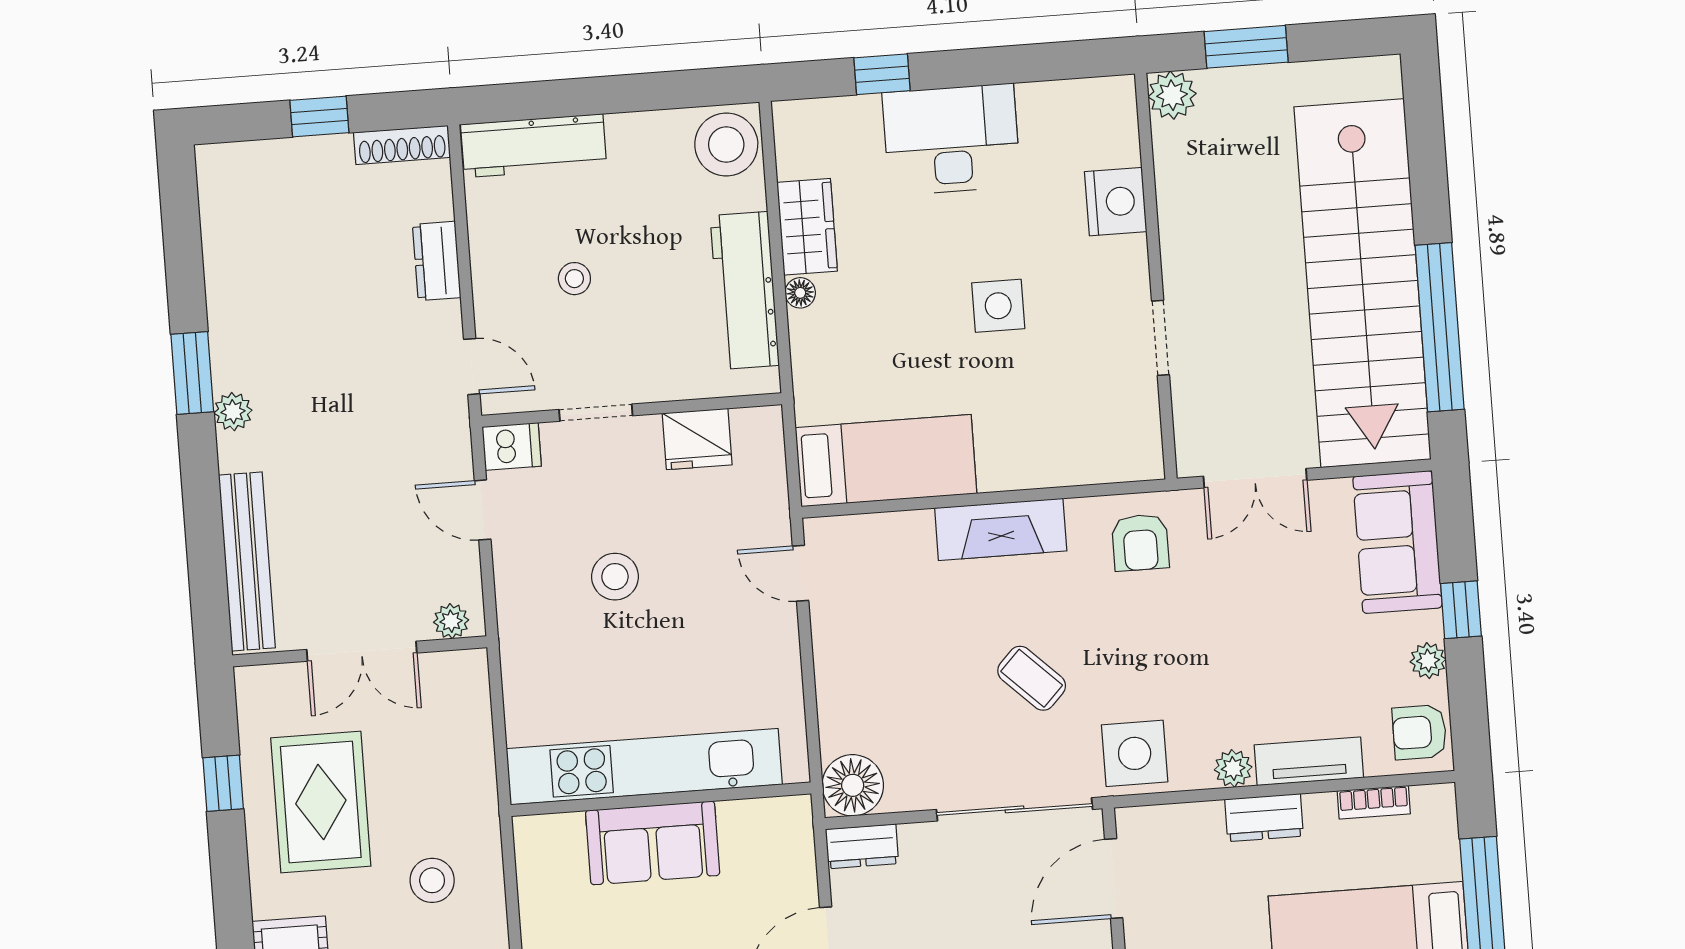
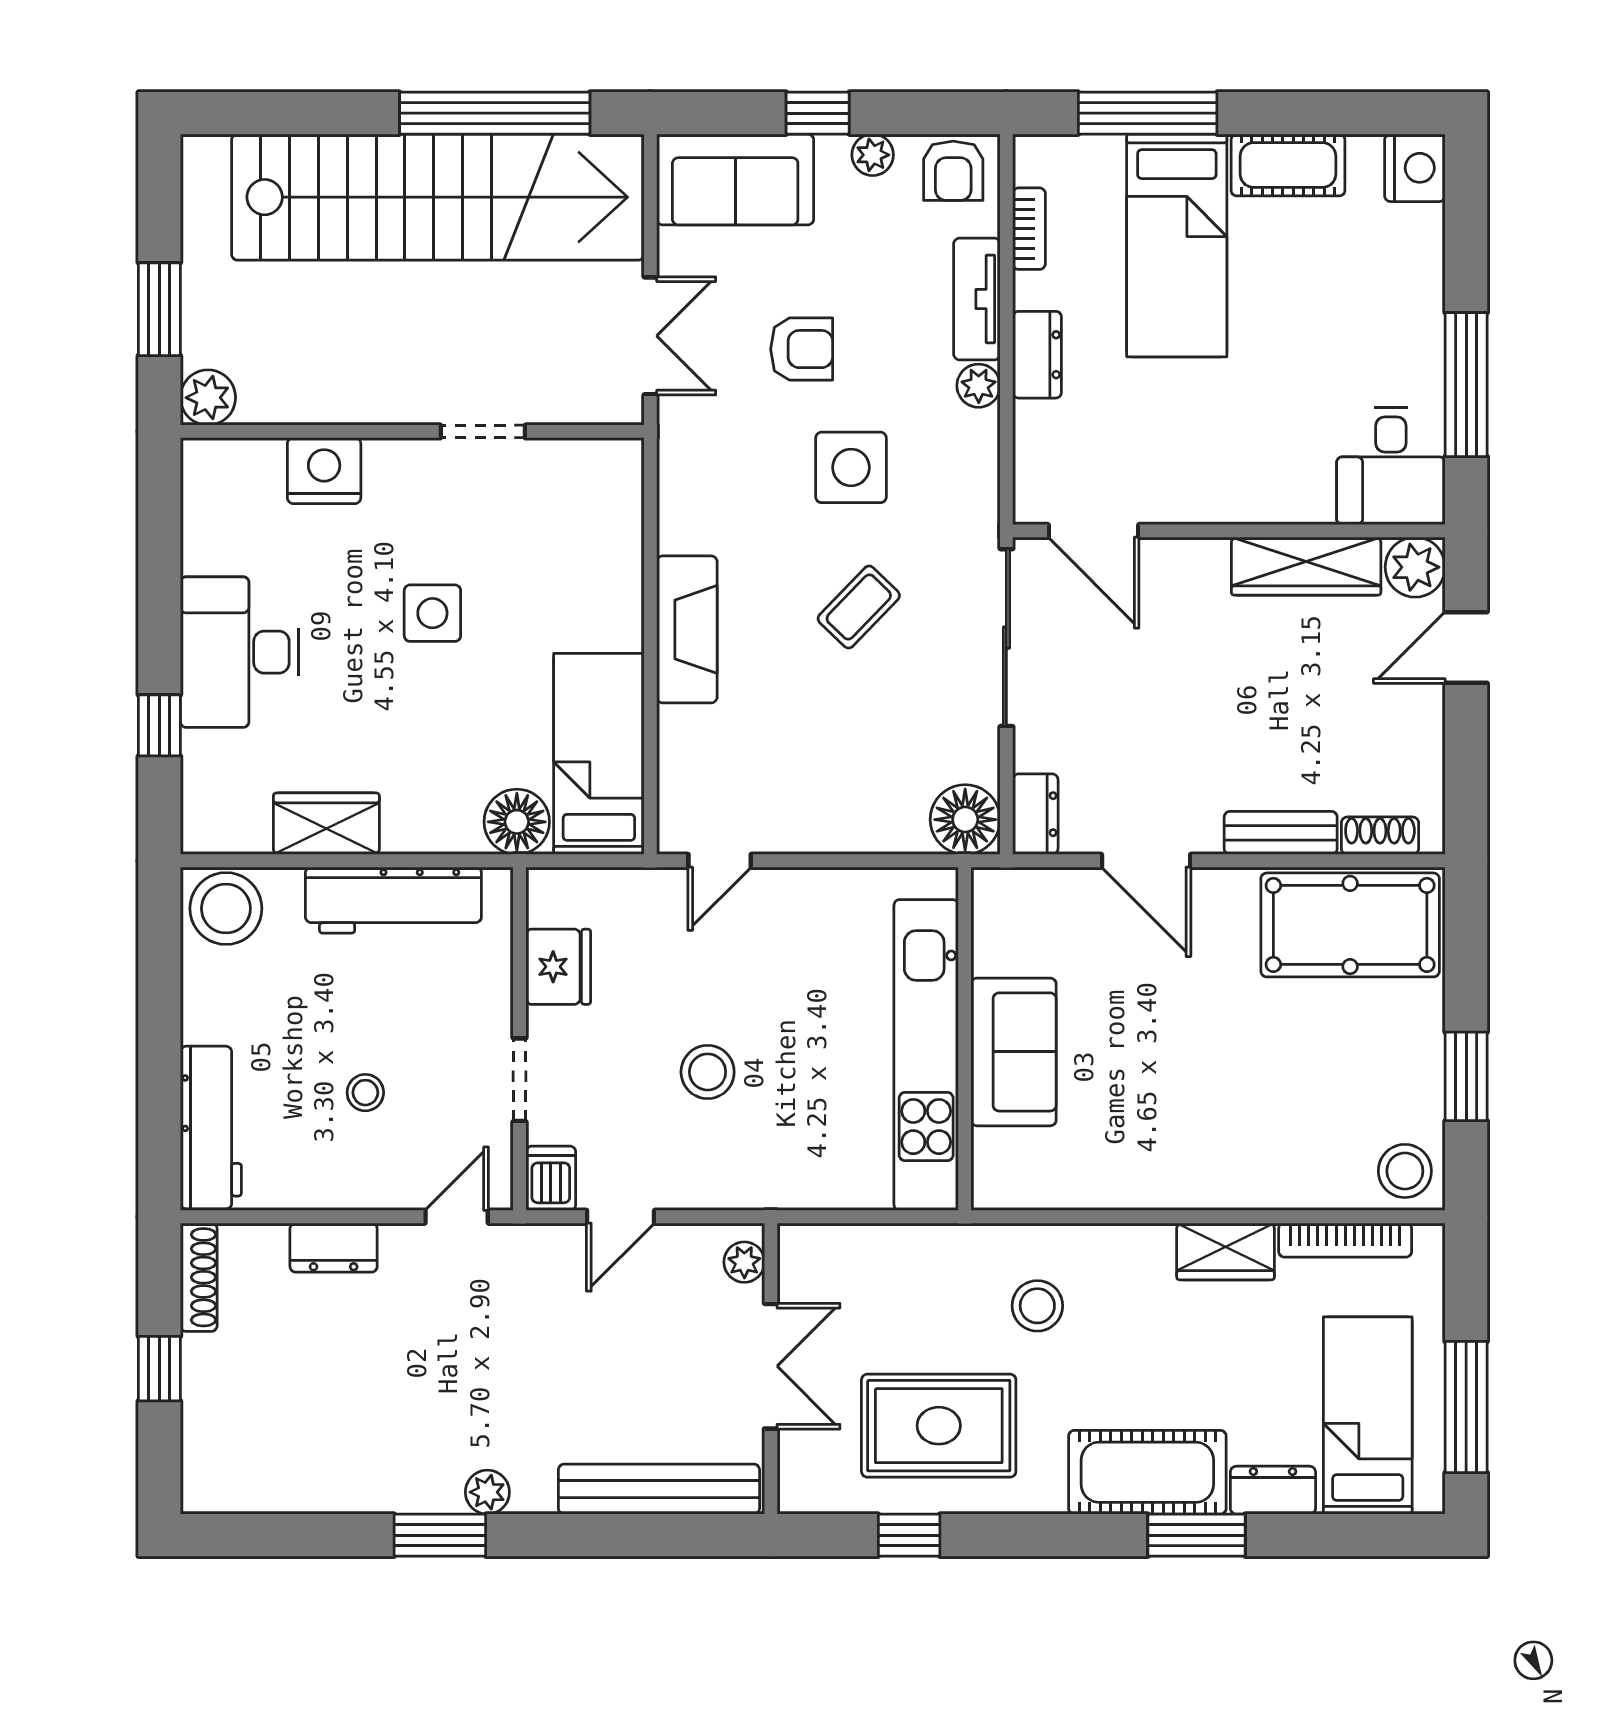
floor lamp: (800, 293) -> (517, 822), moved, width x1.89, depth x1.89
armchair: (1140, 542) -> (802, 349), moved
side table: (1135, 753) -> (851, 467), moved

